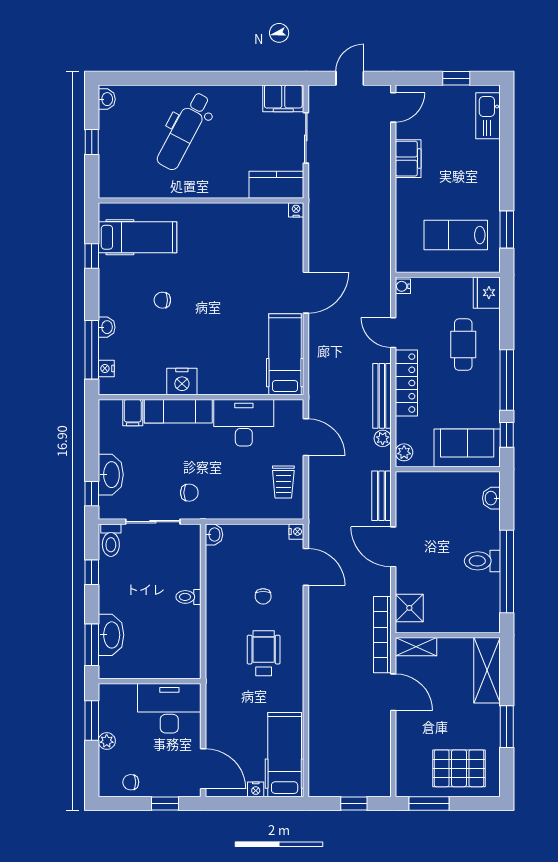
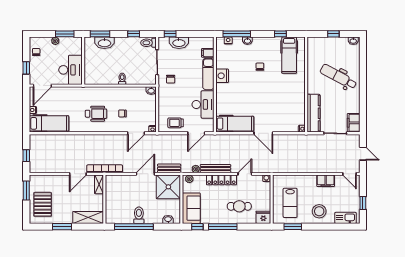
stool: (474, 172) -> (319, 211), added
kitchen counter: (276, 185) -> (313, 113), width x1.50
lab bench: (456, 235) -> (290, 203), turned 180
shower: (409, 608) -> (168, 187), moved, width x1.86, depth x1.86

